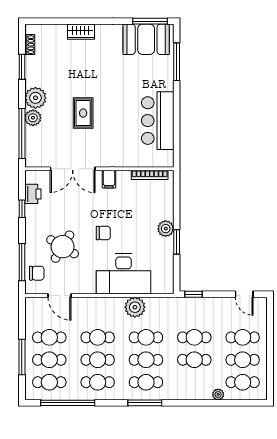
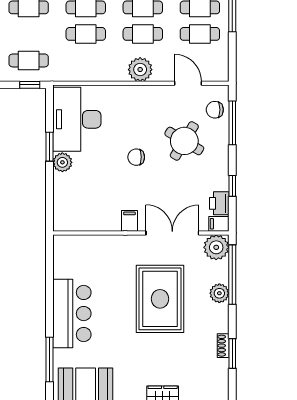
shoe rack: (30, 45) -> (223, 346), moved
plant: (35, 98) -> (216, 247), moved
rug: (83, 113) -> (160, 299), width x1.86, depth x2.06
bar counter: (158, 121) -> (72, 314), moved
bookcase: (150, 175) -> (81, 226), removed
filing cabinet: (33, 177) -> (219, 224), added
desk: (124, 274) -> (77, 119), moved, turned -90
plant: (135, 307) -> (140, 70), moved
cafe table: (194, 337) -> (29, 60), moved

